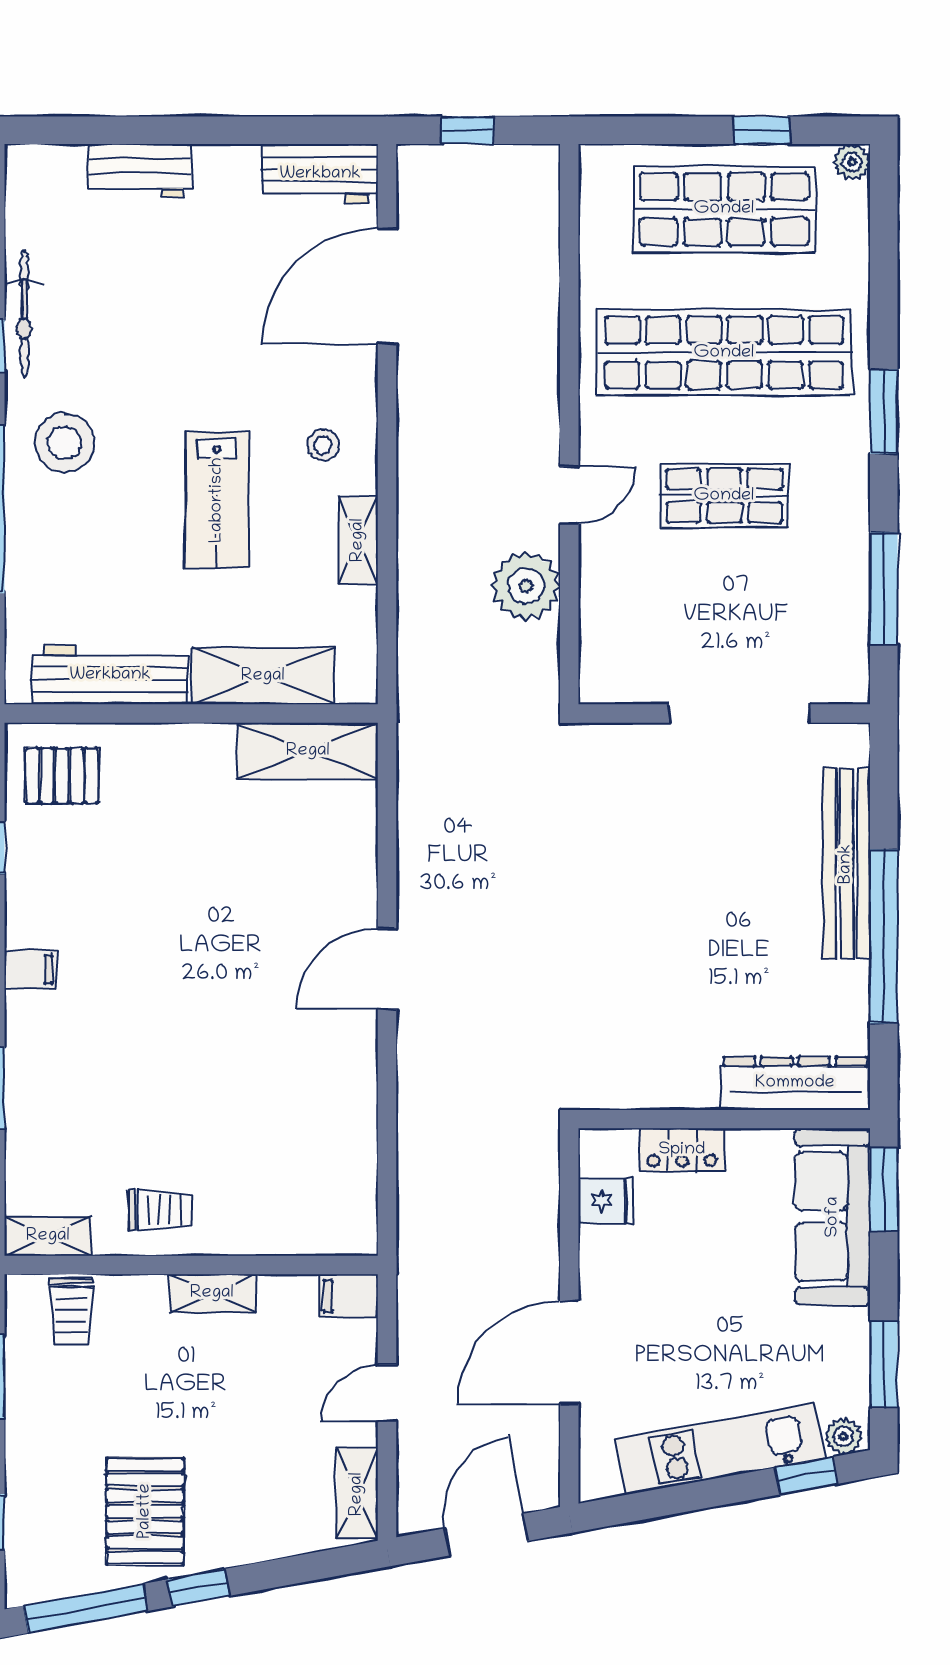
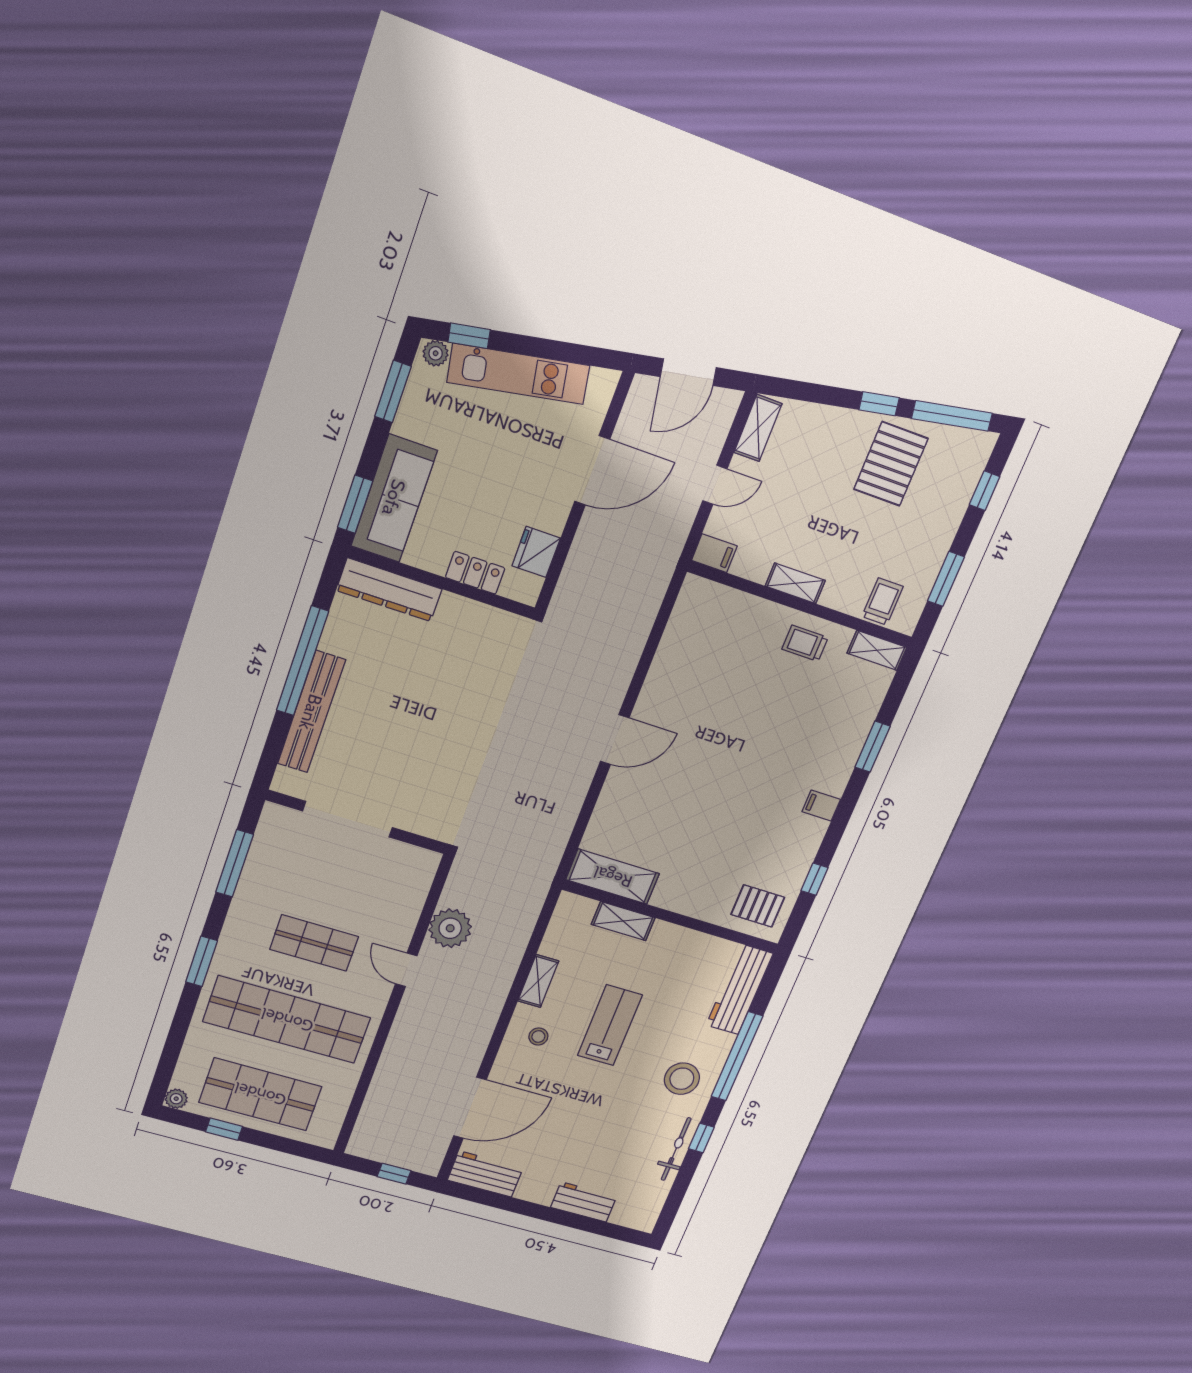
door: (569, 495) -> (406, 970), hinge flipped
workbench: (110, 675) -> (740, 989), moved, turned 90
shelving: (263, 676) -> (623, 921), width x0.67, depth x0.75
fridge: (606, 1201) -> (536, 552), width x1.38

